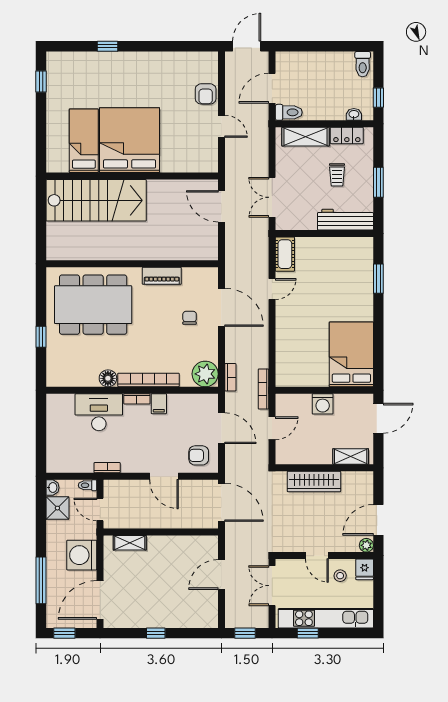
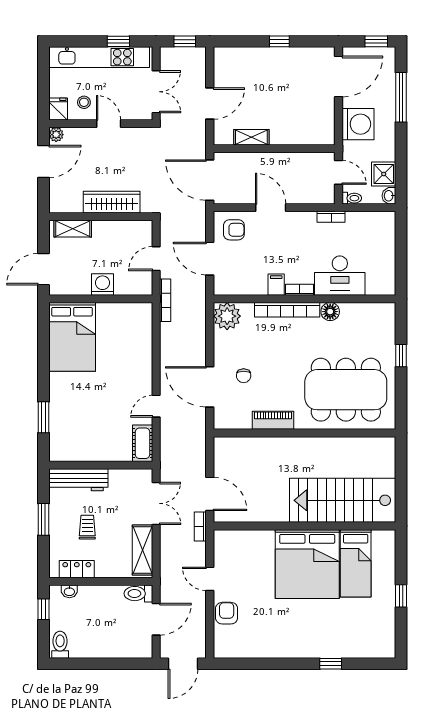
window: (41, 82) -> (401, 596), moved
shelving: (306, 137) -> (143, 550), moved, turned 90
bookcase: (230, 377) -> (200, 526), moved
shelving: (130, 543) -> (251, 137), moved

